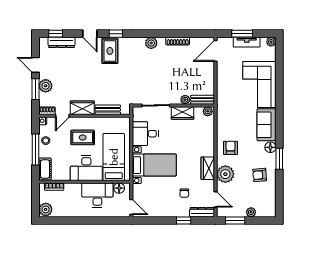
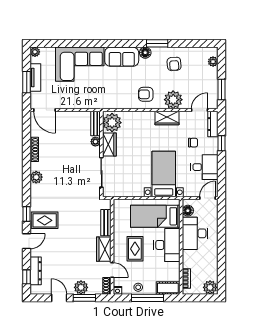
door: (36, 65) -> (59, 298), swing flipped
plant: (208, 111) -> (112, 123), width x1.88, depth x1.88
desk: (145, 134) -> (204, 167), moved, turned -90
plant: (251, 212) -> (213, 62), moved

